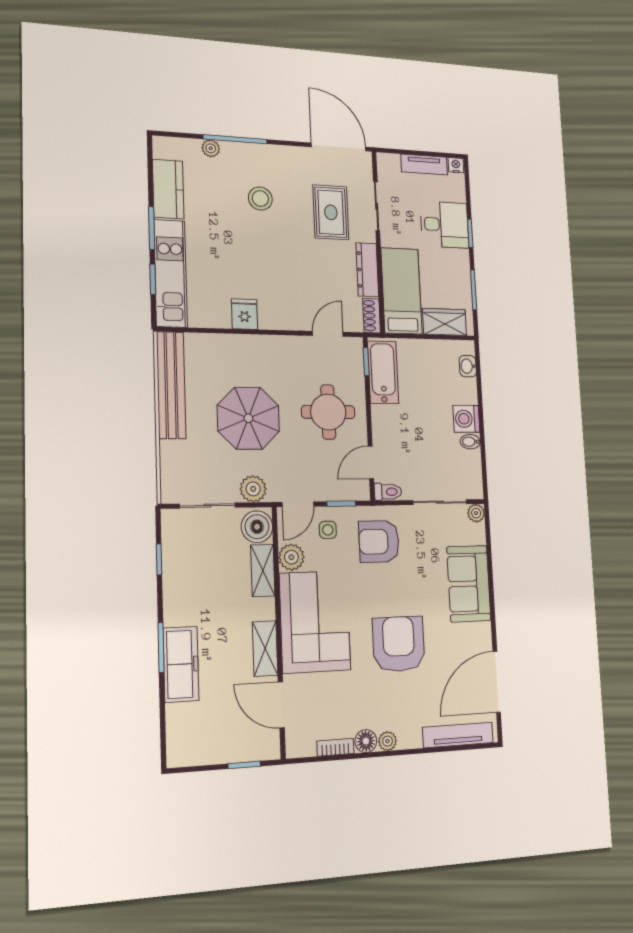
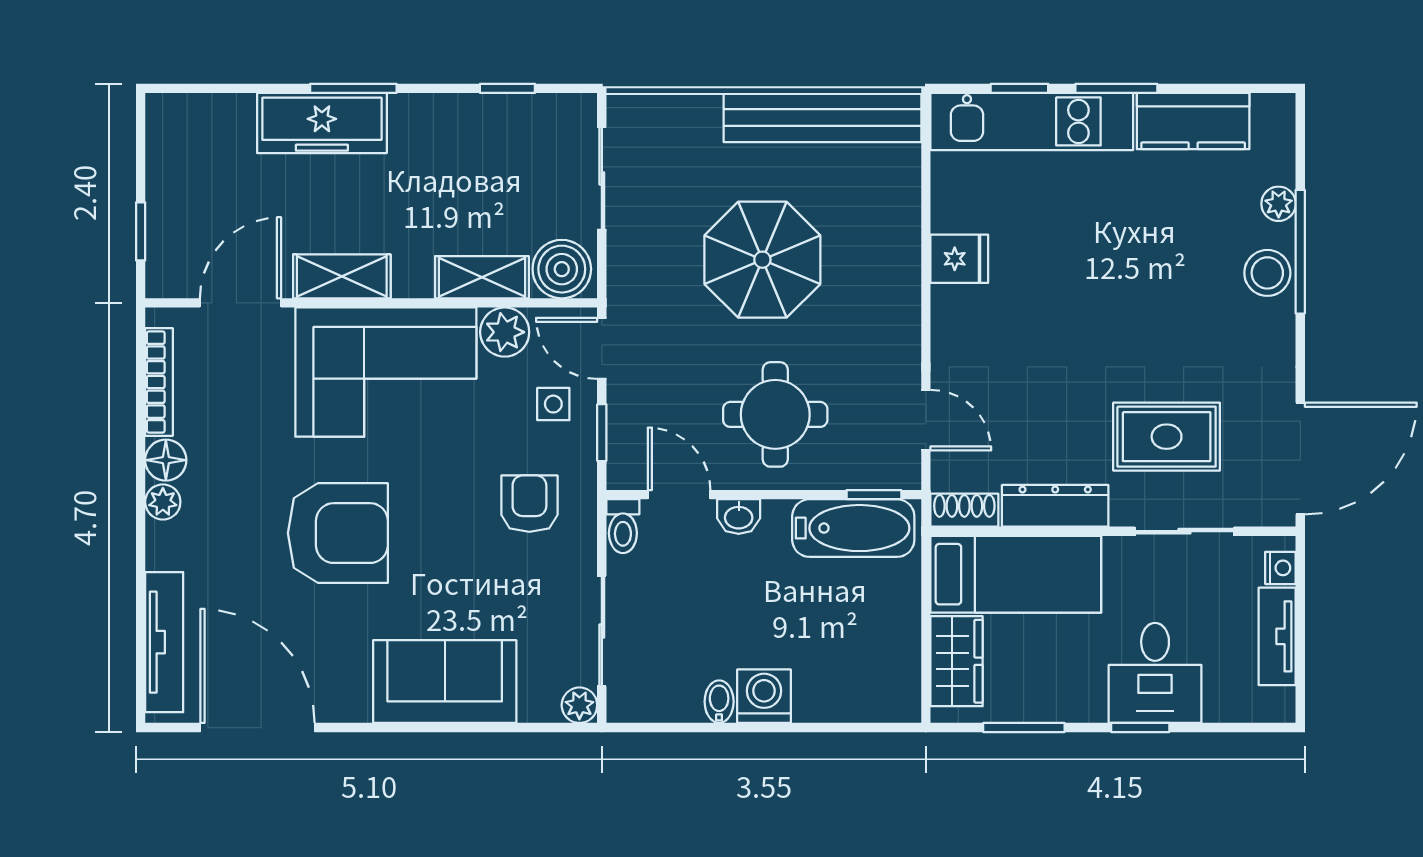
nightstand: (456, 165) -> (1280, 568), moved
stool: (260, 199) -> (1267, 273), moved
washbasin: (468, 366) -> (739, 517), moved, turned 180
plant: (253, 489) -> (631, 264), removed
armchair: (379, 541) -> (529, 504), width x0.72, depth x0.72
bookcase: (335, 747) -> (159, 382), width x1.56

